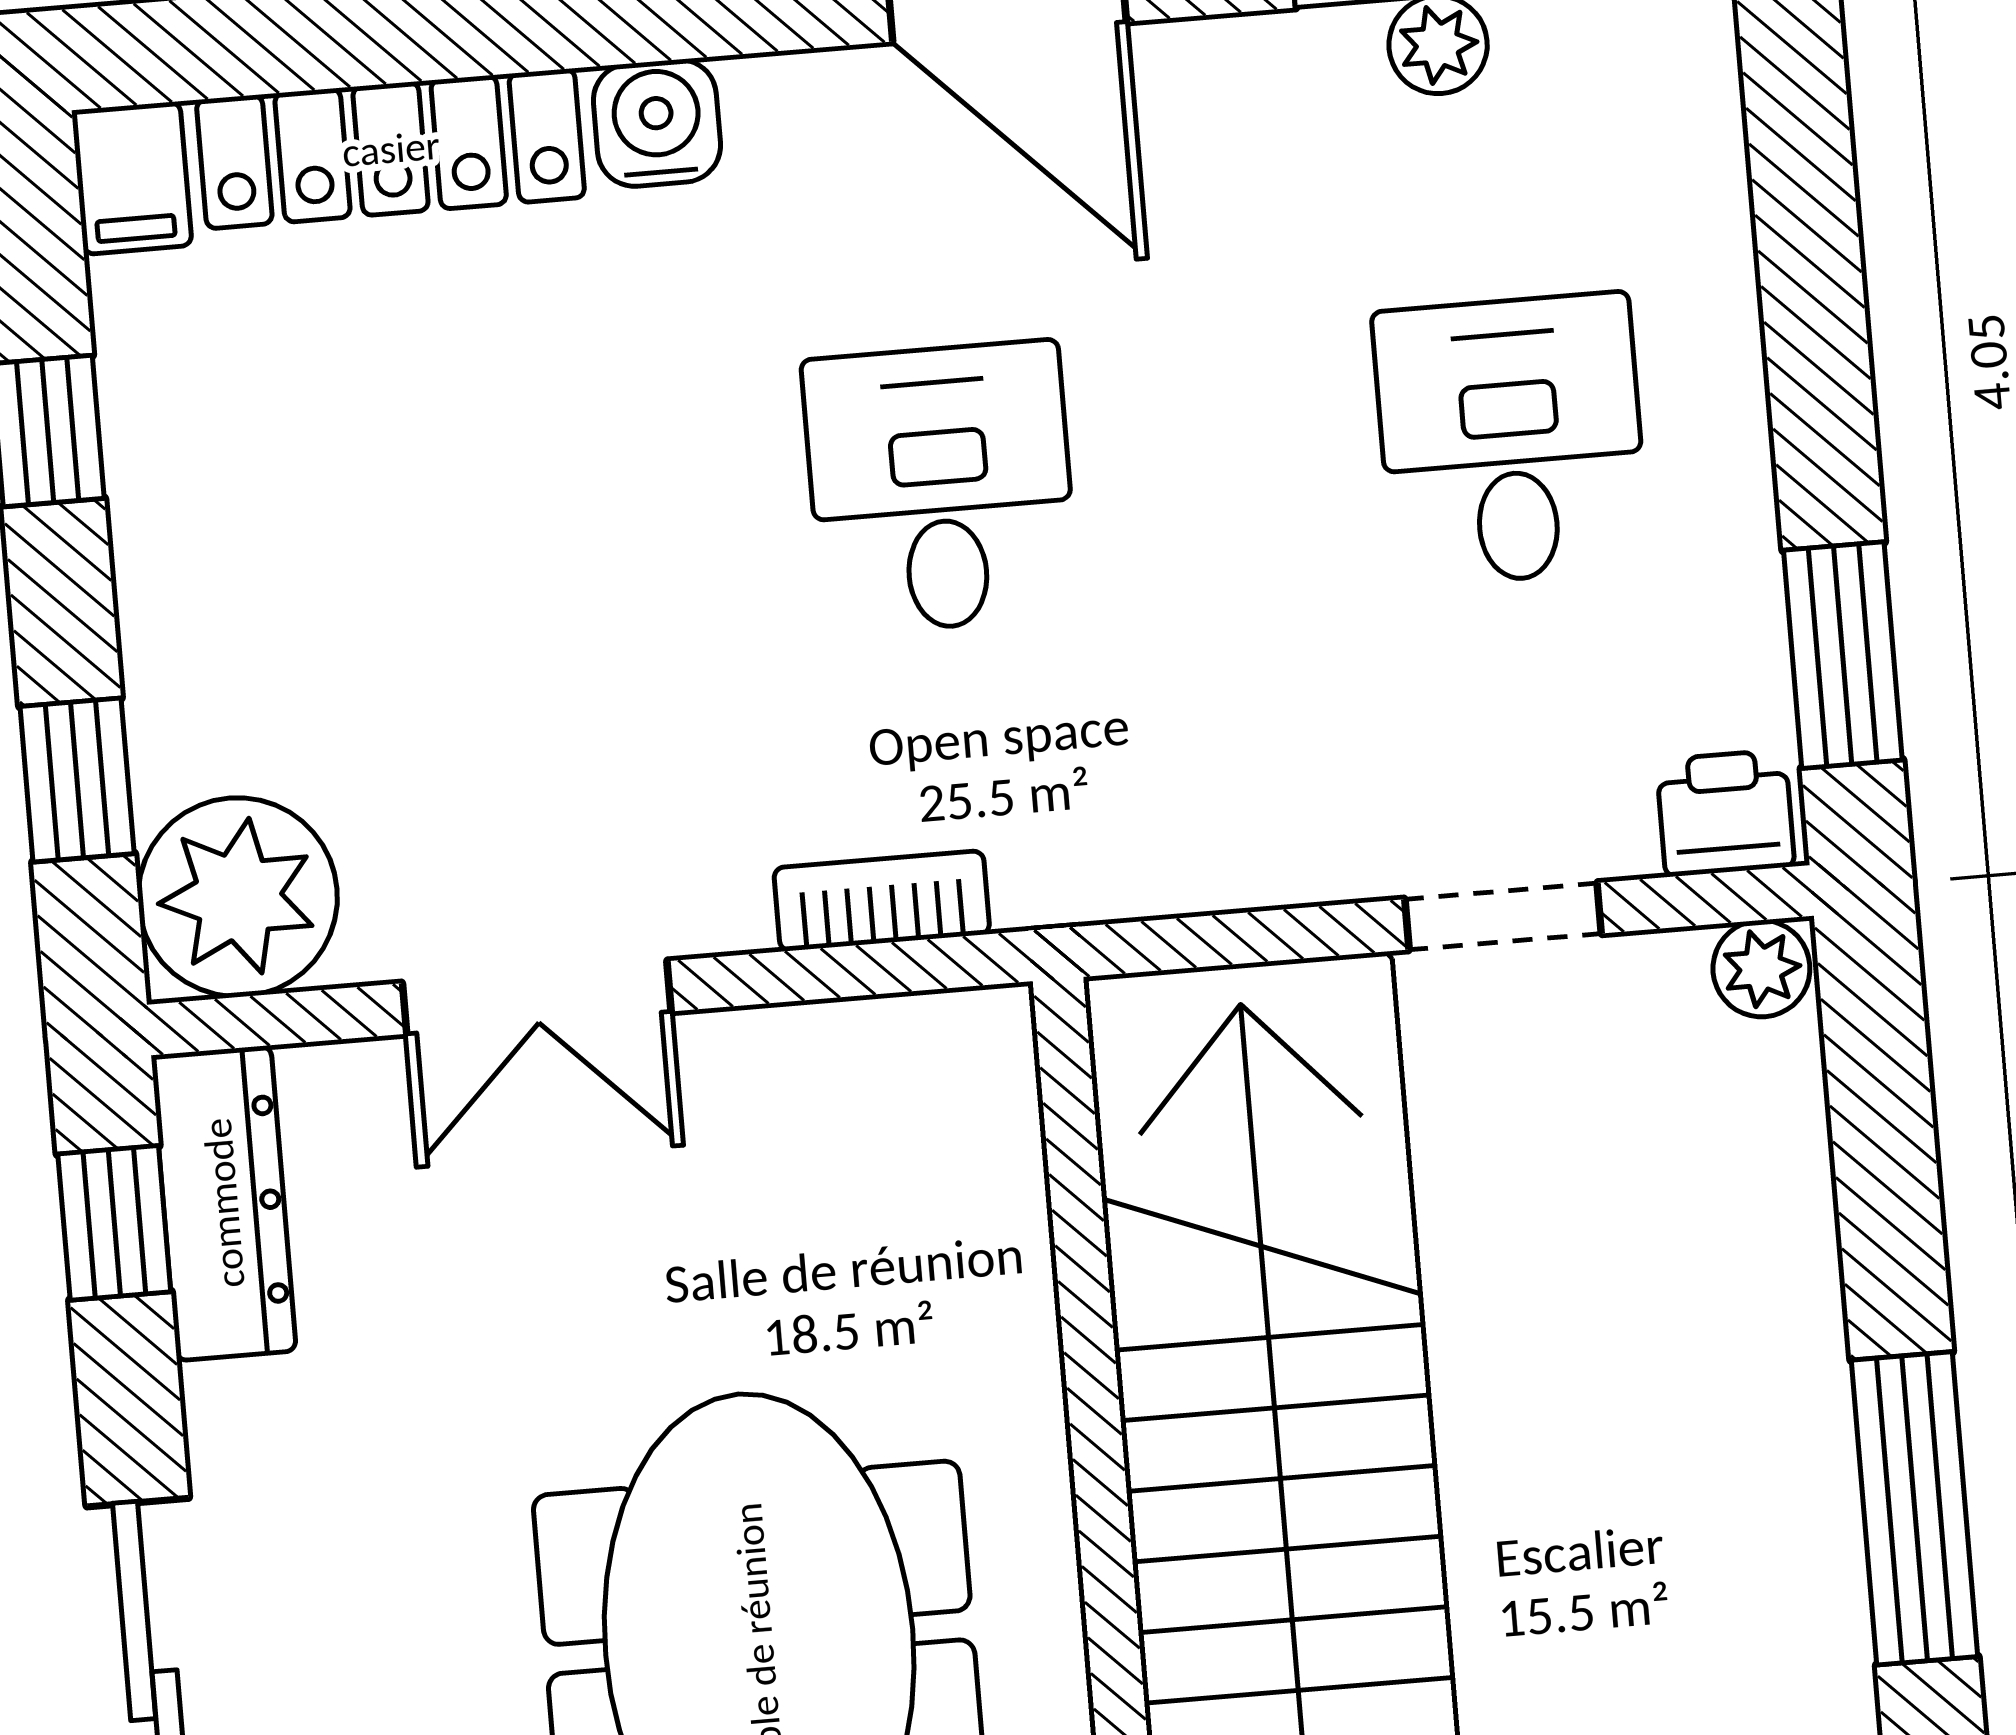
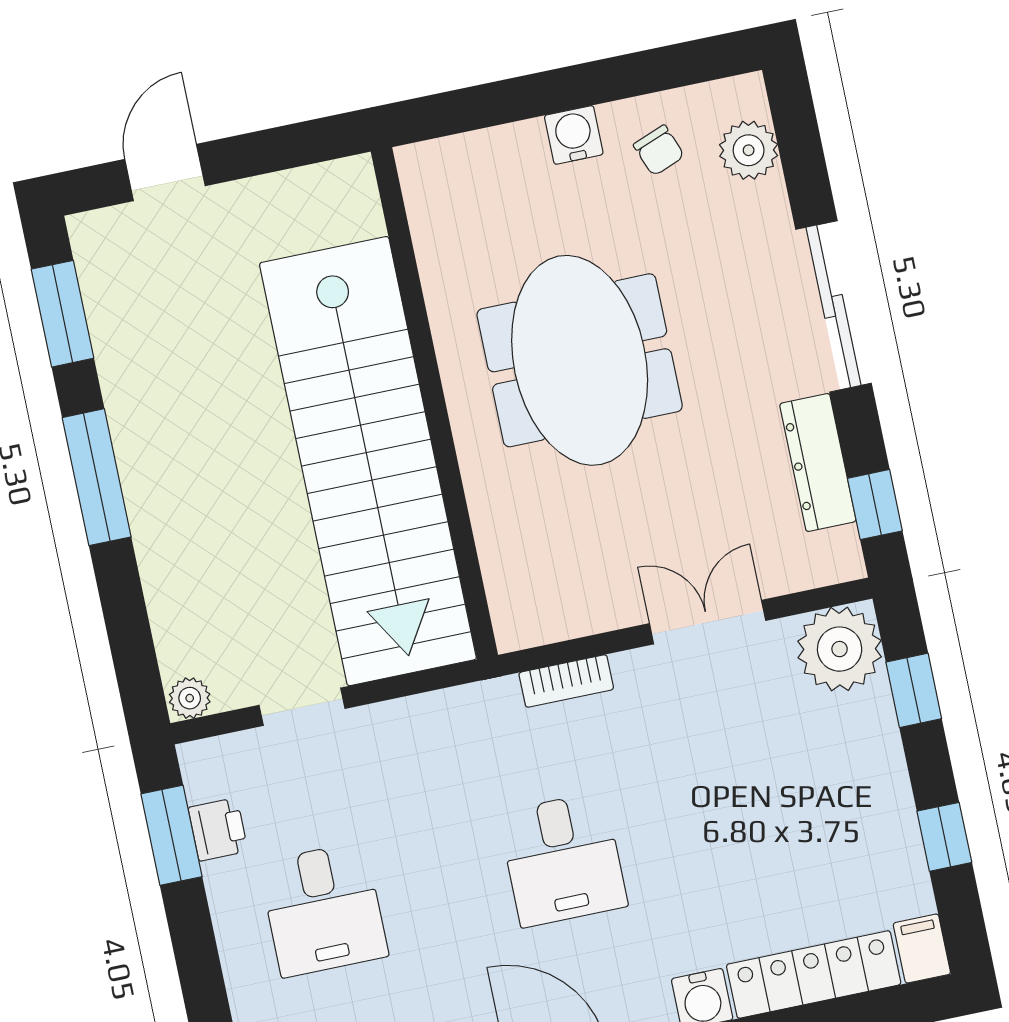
printer: (1725, 813) -> (218, 829), moved, turned -90
dresser: (224, 1203) -> (818, 463), moved

